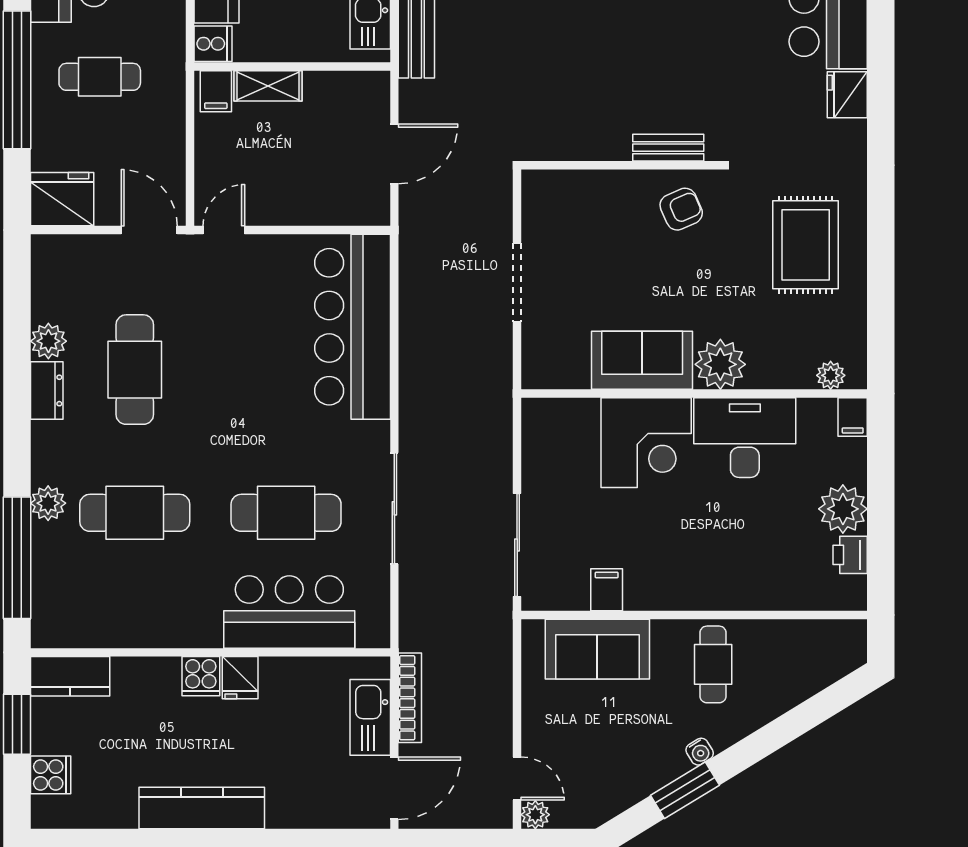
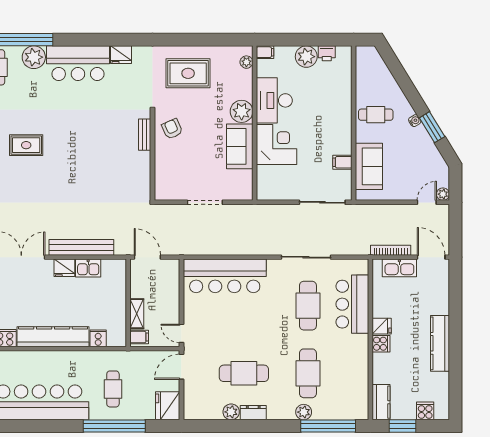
wall: (292, 66) -> (128, 303), moved
shelving: (268, 86) -> (137, 314), moved
filing cabinet: (216, 91) -> (139, 337), moved

